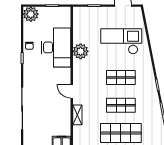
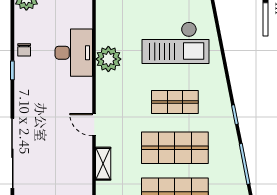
checkout: (121, 41) -> (176, 43), turned 180
desk: (56, 47) -> (74, 53), width x0.73, depth x0.77
shop shelf: (121, 105) -> (175, 148), width x1.43, depth x1.36

